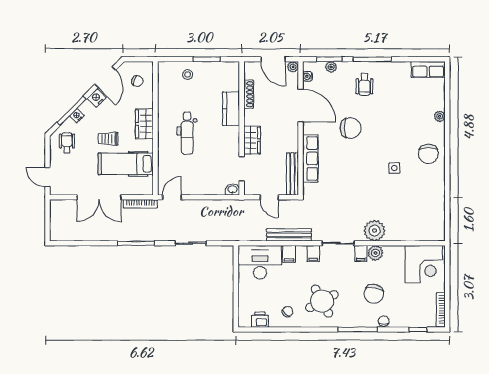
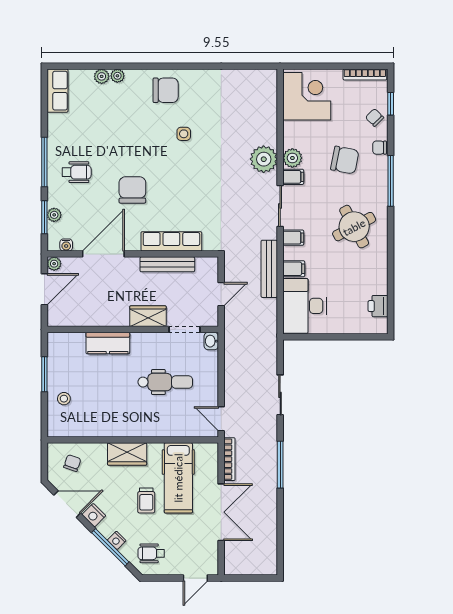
shoe rack: (249, 94) -> (89, 321), removed
plant: (439, 104) -> (102, 76), added
dental chair: (187, 133) -> (165, 382), moved
bench: (292, 174) -> (167, 264), moved
chair: (288, 312) -> (375, 117), moved

